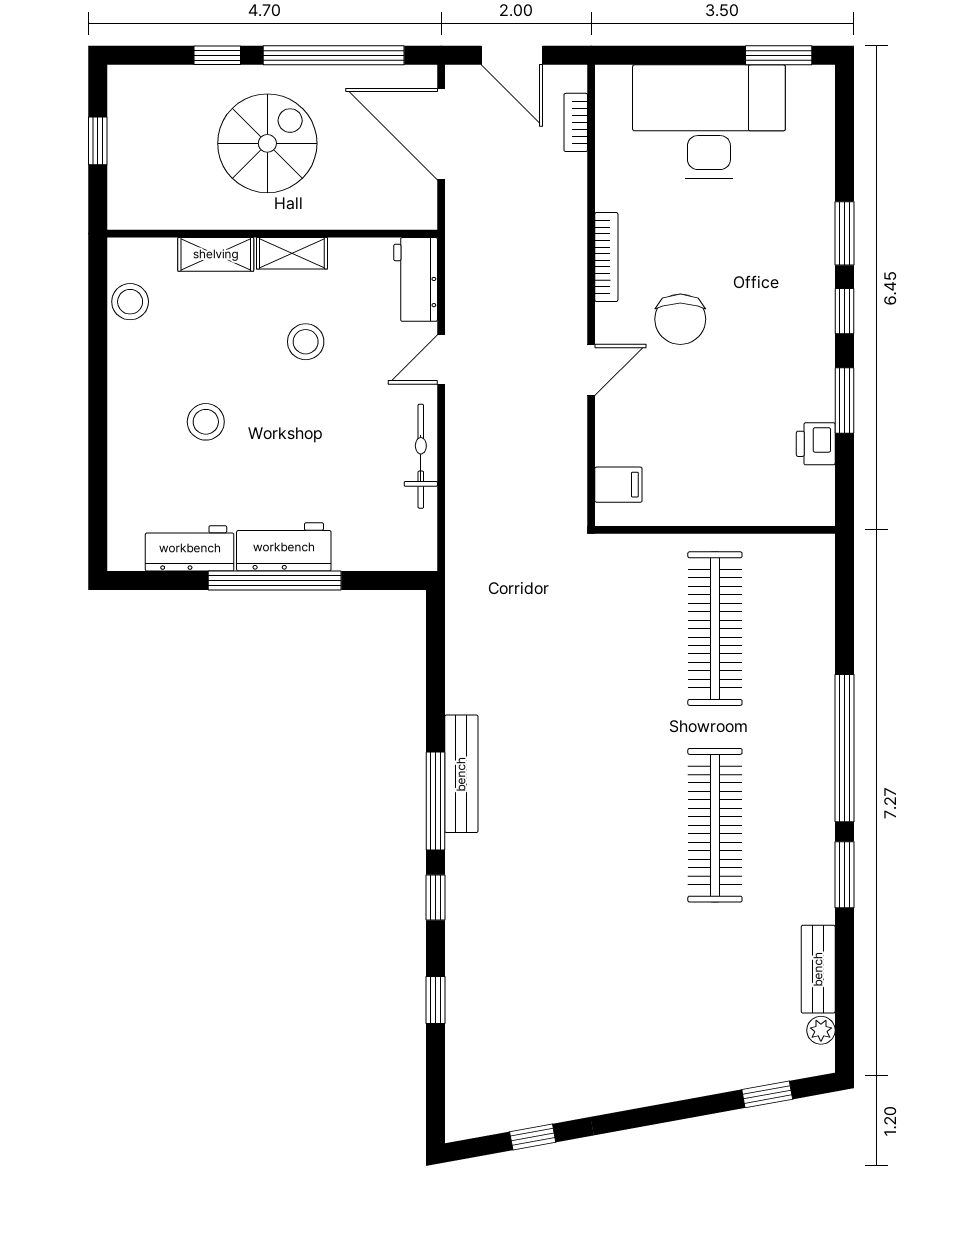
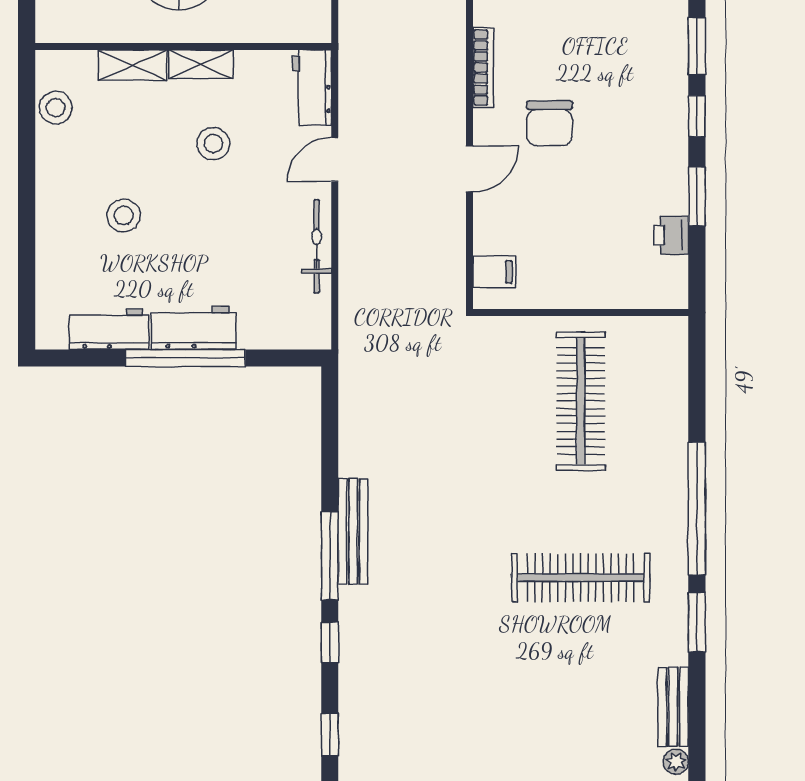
clothes rail: (715, 825) -> (581, 578), turned 90

